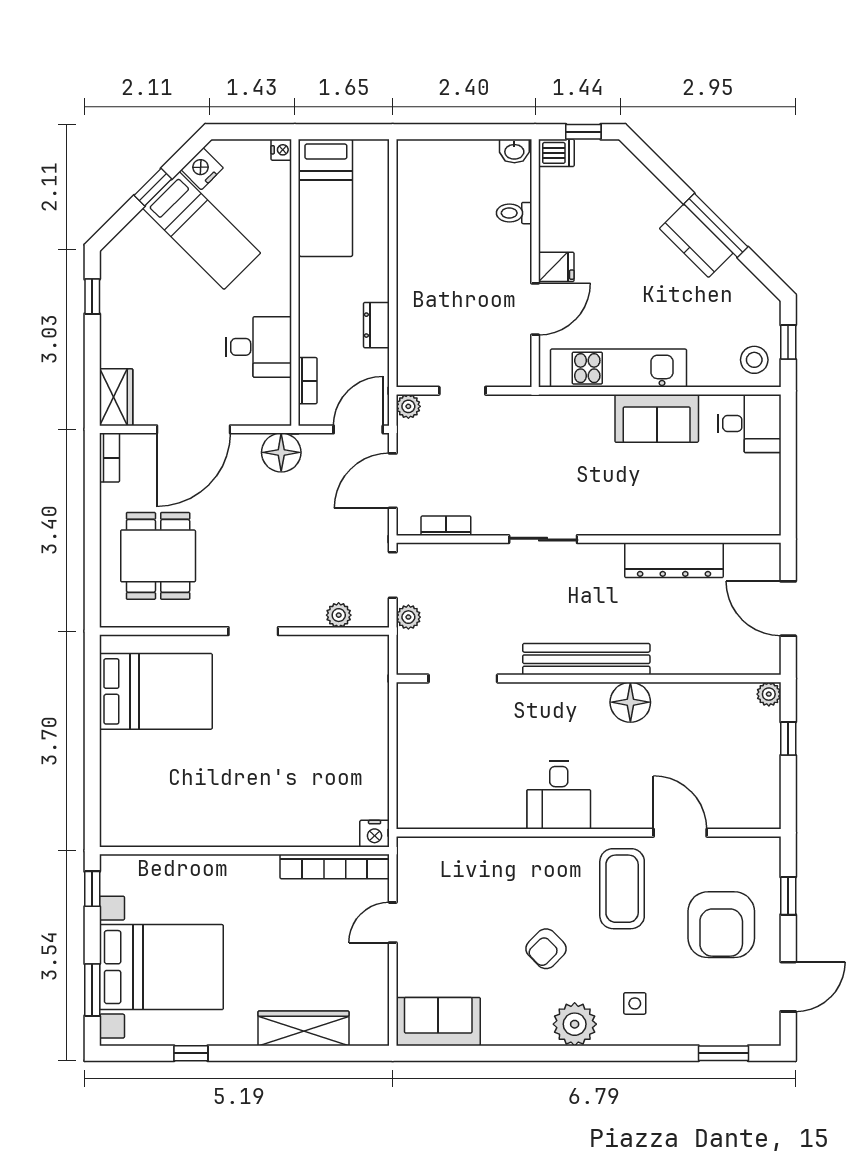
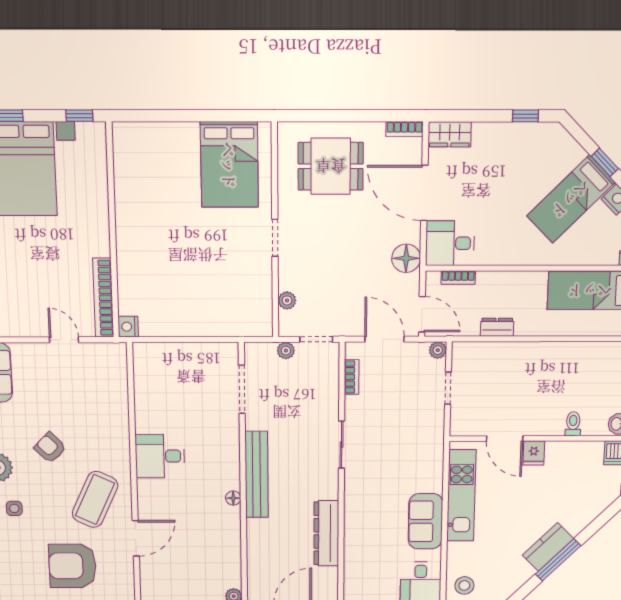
desk: (258, 347) -> (450, 243), moved, turned 90
floor lamp: (630, 702) -> (233, 498), width x0.53, depth x0.53
coffee table: (622, 889) -> (95, 499), turned -65

